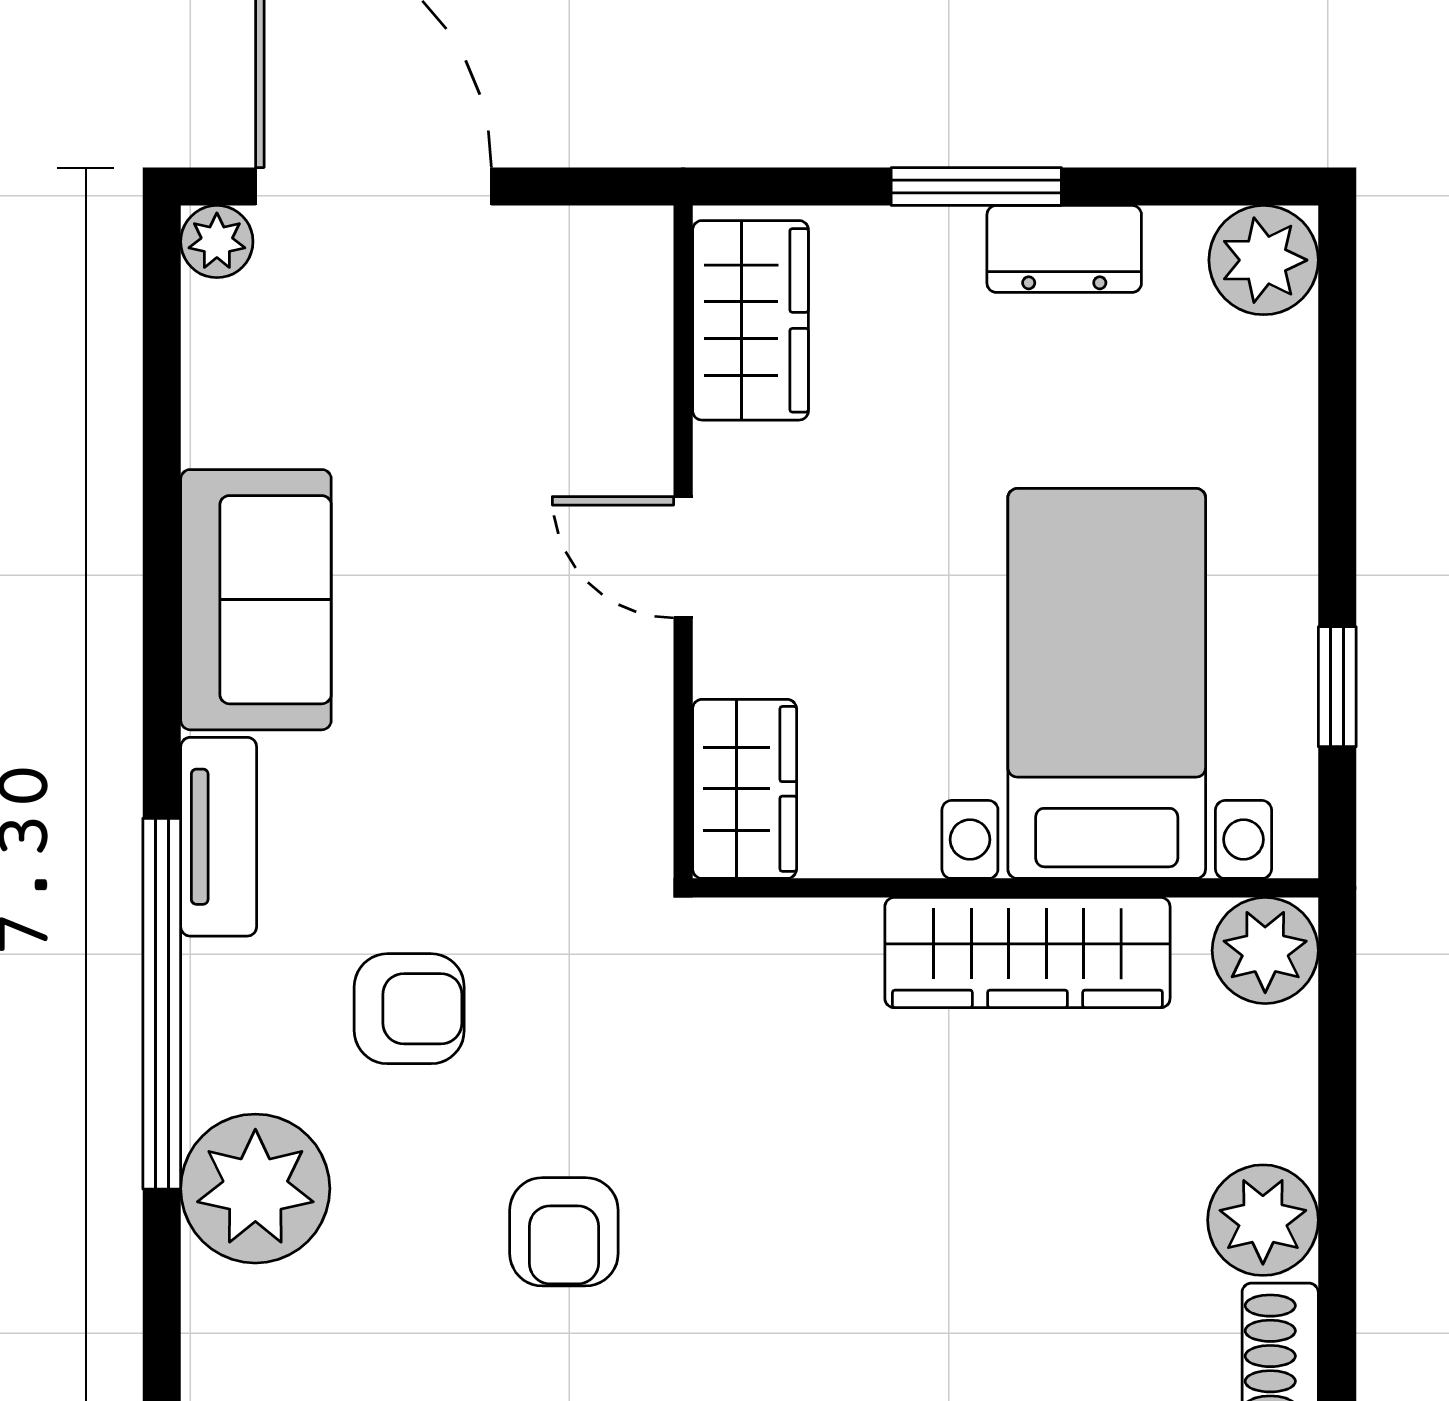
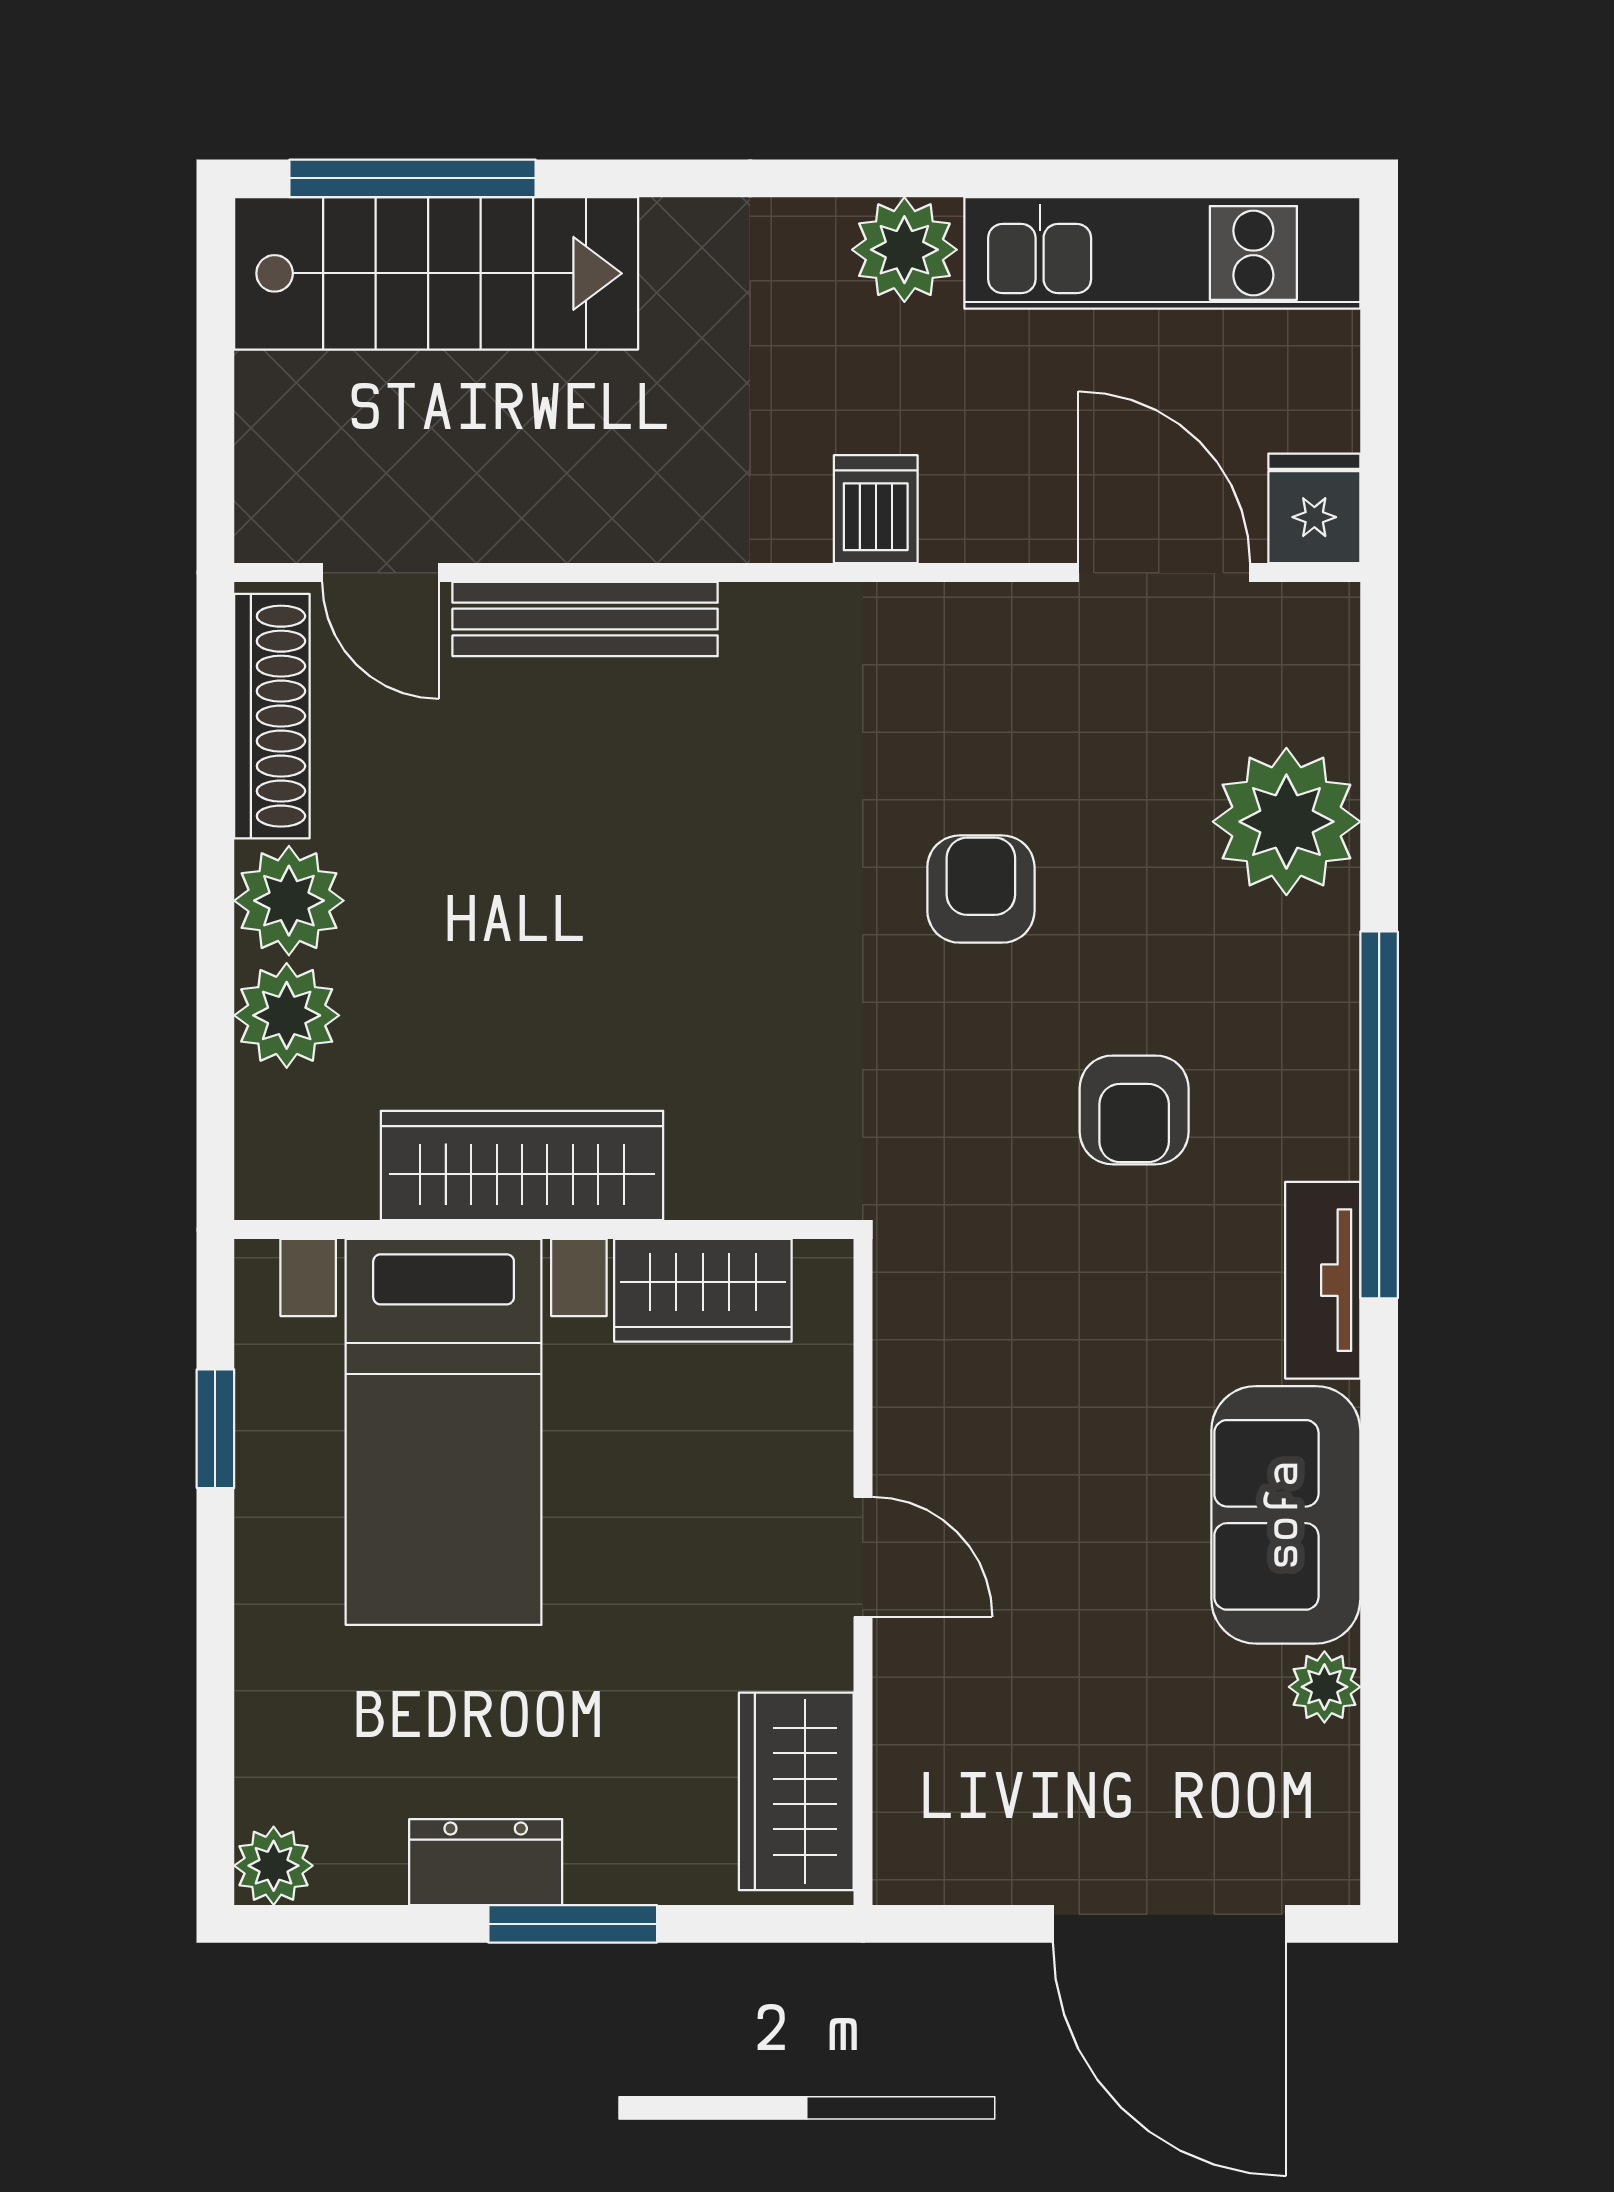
plant: (217, 242) -> (1324, 1687), moved
plant: (1264, 260) -> (274, 1866), width x0.73, depth x0.73
wardrobe: (745, 789) -> (703, 1290), moved, turned -90
plant: (1265, 950) -> (287, 1015), moved
armchair: (409, 1009) -> (1134, 1110), turned -90
plant: (255, 1189) -> (1286, 822), moved

